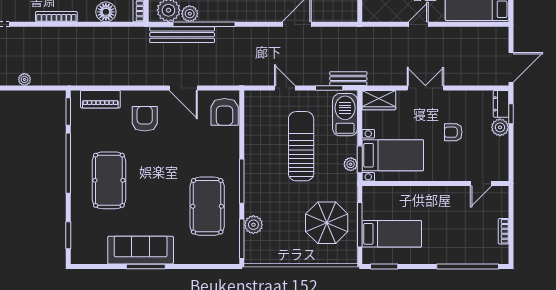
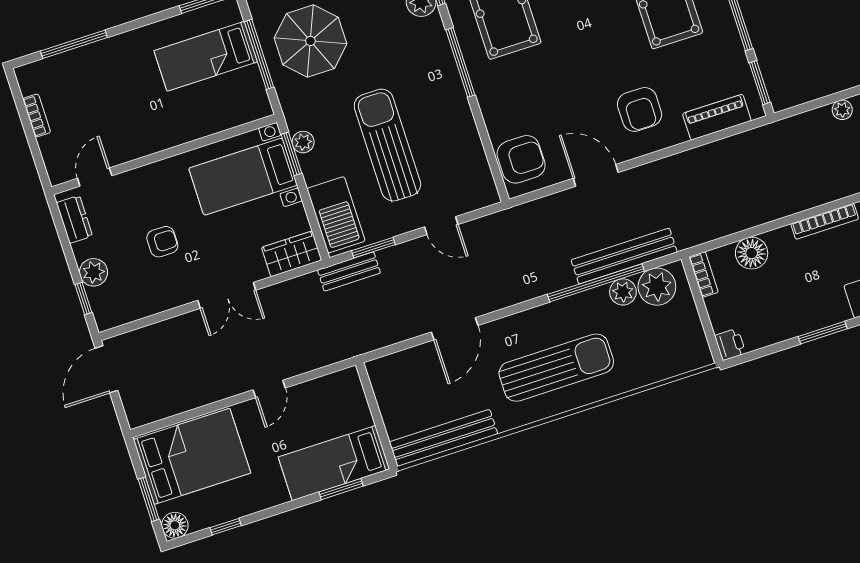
dresser: (501, 104) -> (74, 219), moved
armchair: (225, 112) -> (521, 159), turned 90
sun lounger: (301, 146) -> (387, 145), turned 180
window: (468, 266) -> (74, 44), width x0.68

